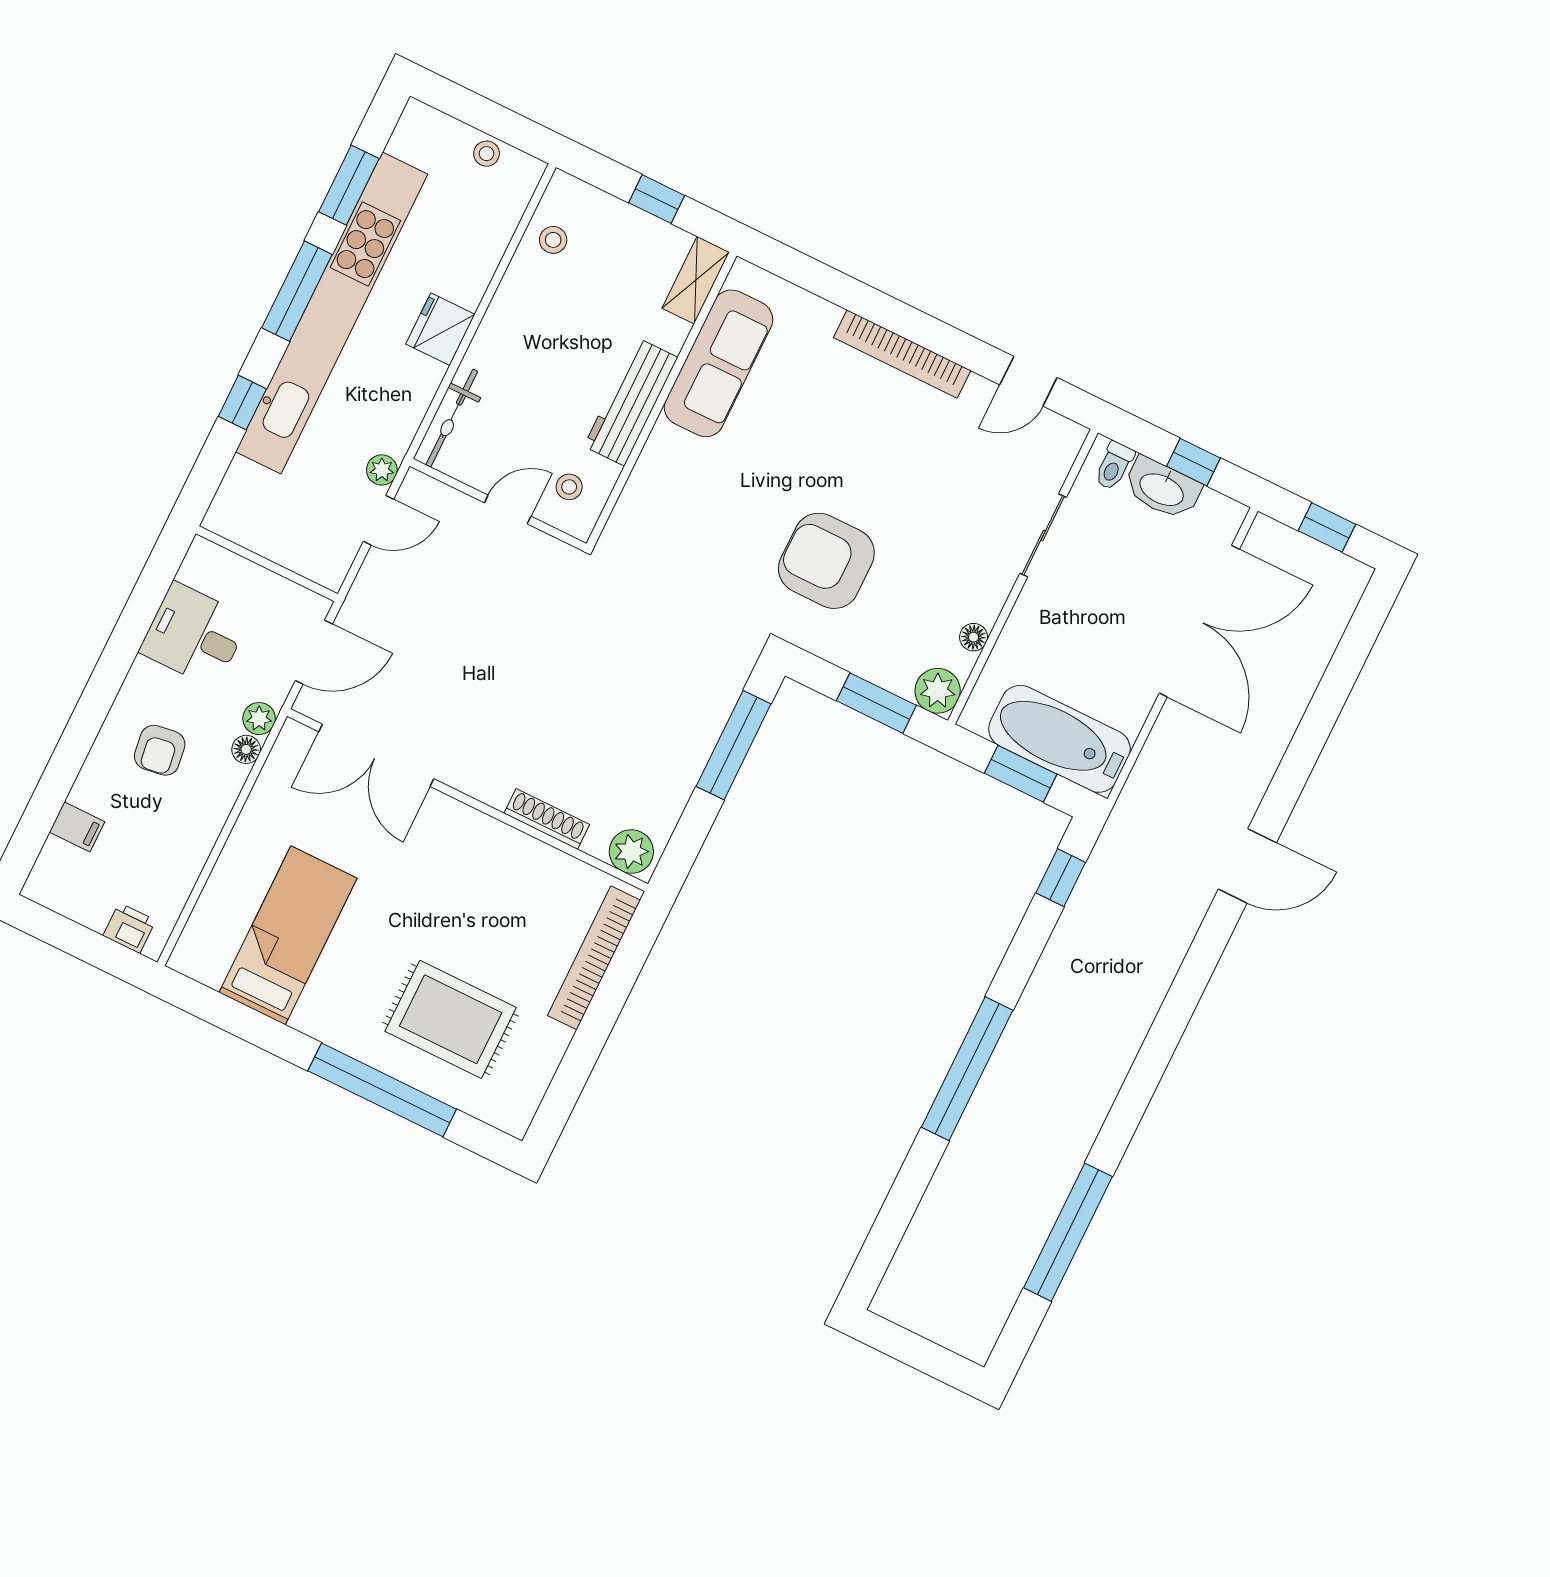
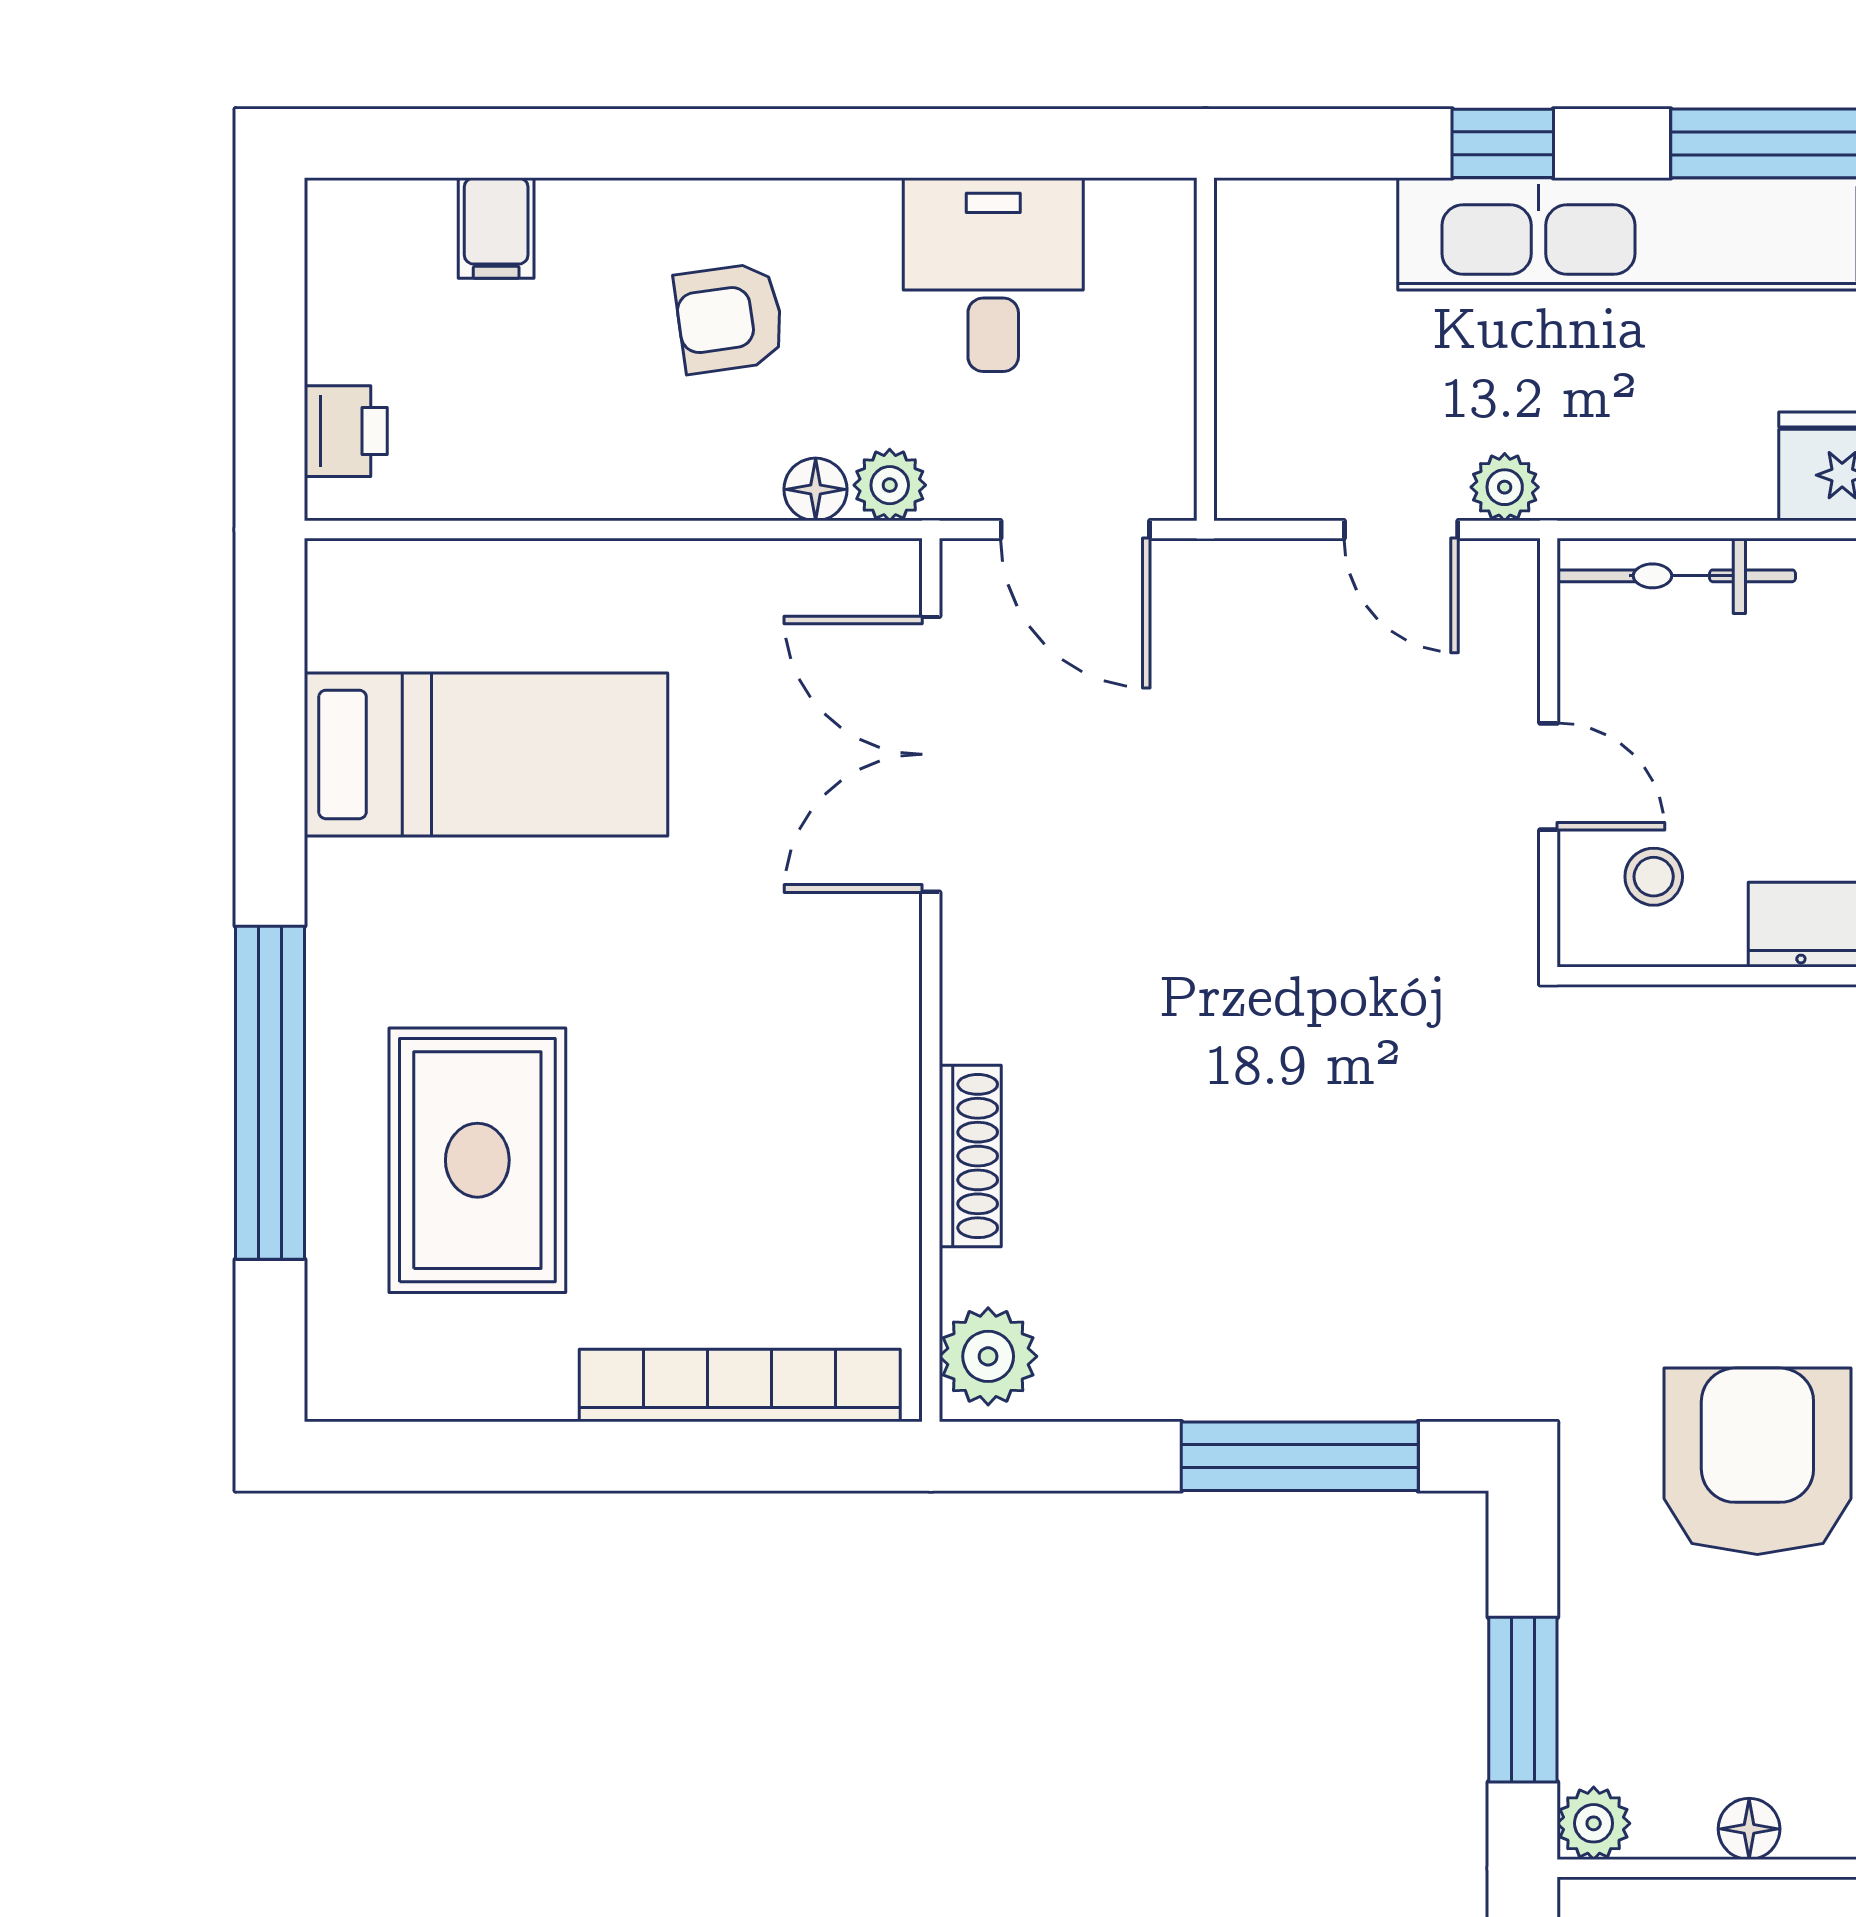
plant: (938, 691) -> (1594, 1823), width x0.73, depth x0.73

